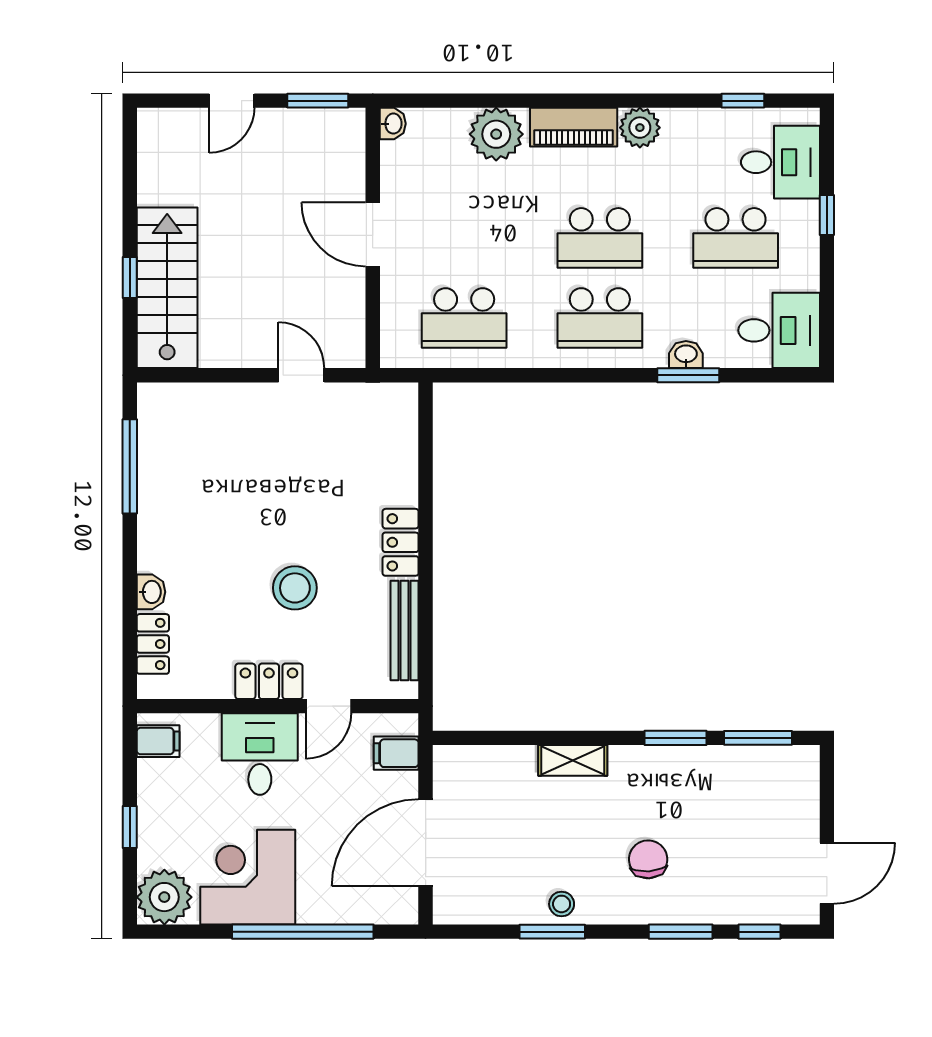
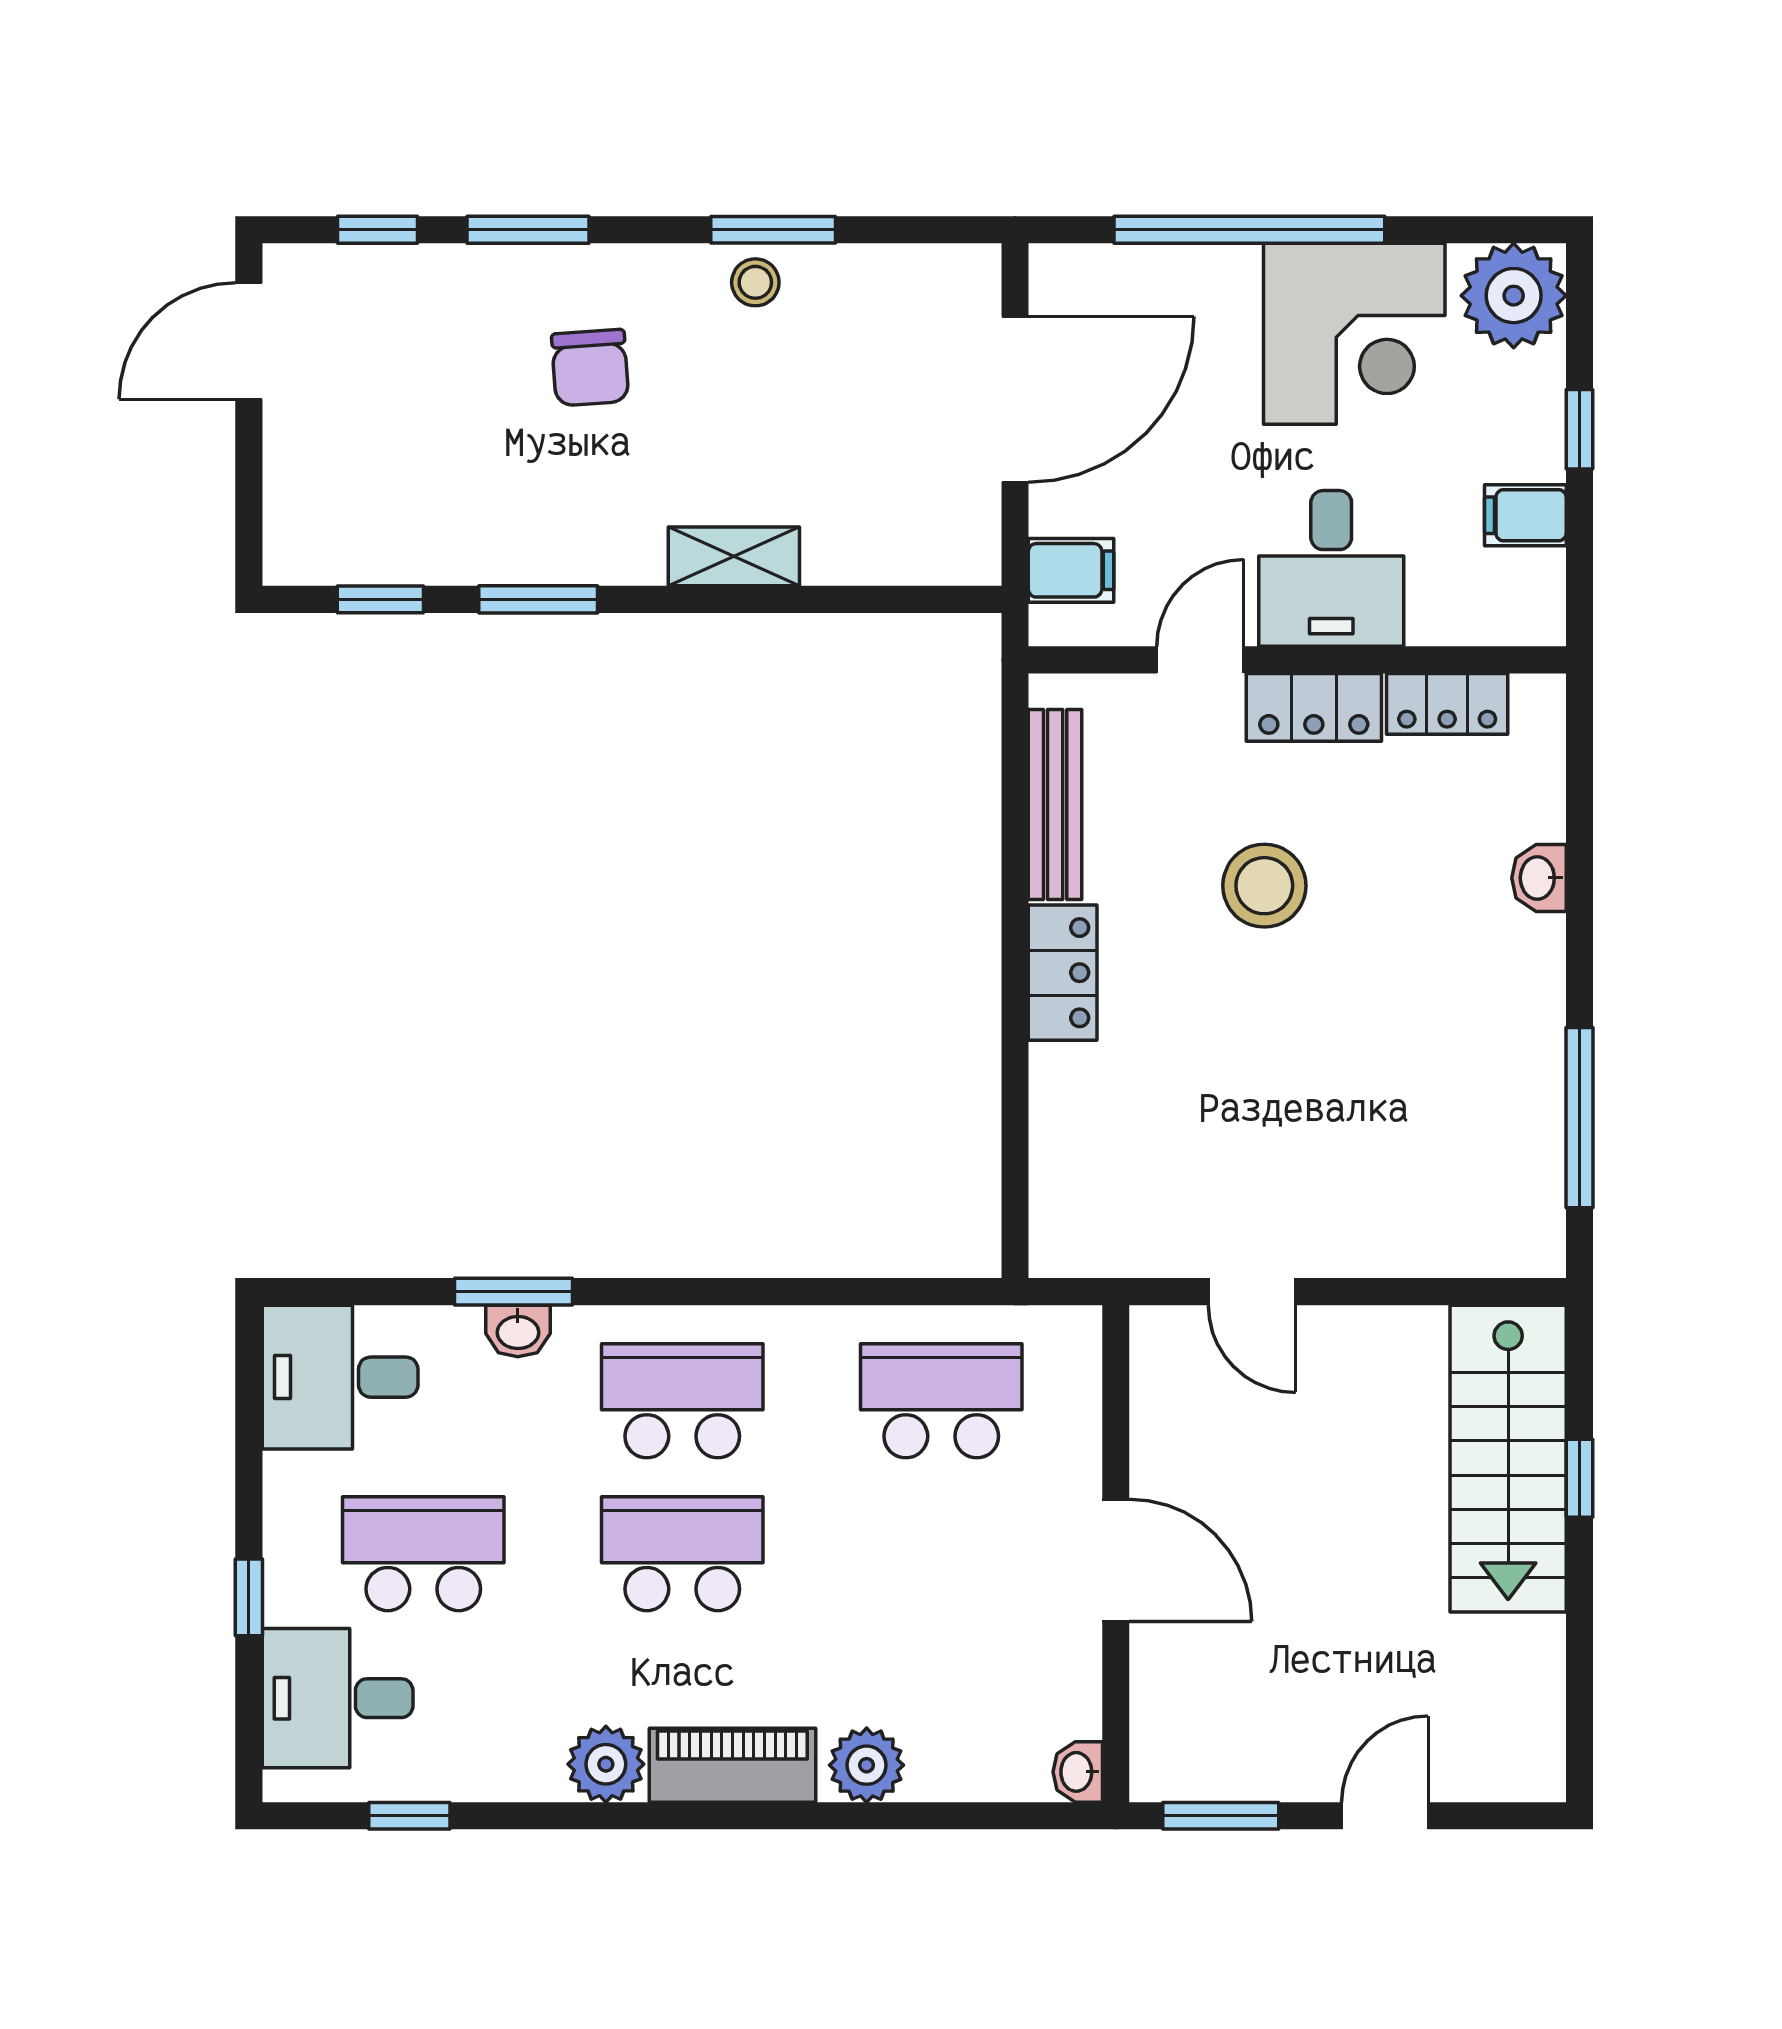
plant: (496, 134) -> (867, 1765), width x0.73, depth x0.73
locker: (153, 644) -> (1447, 704), moved, turned -90
window: (758, 738) -> (380, 599), width x0.67
filing cabinet: (158, 741) -> (1525, 515), moved

